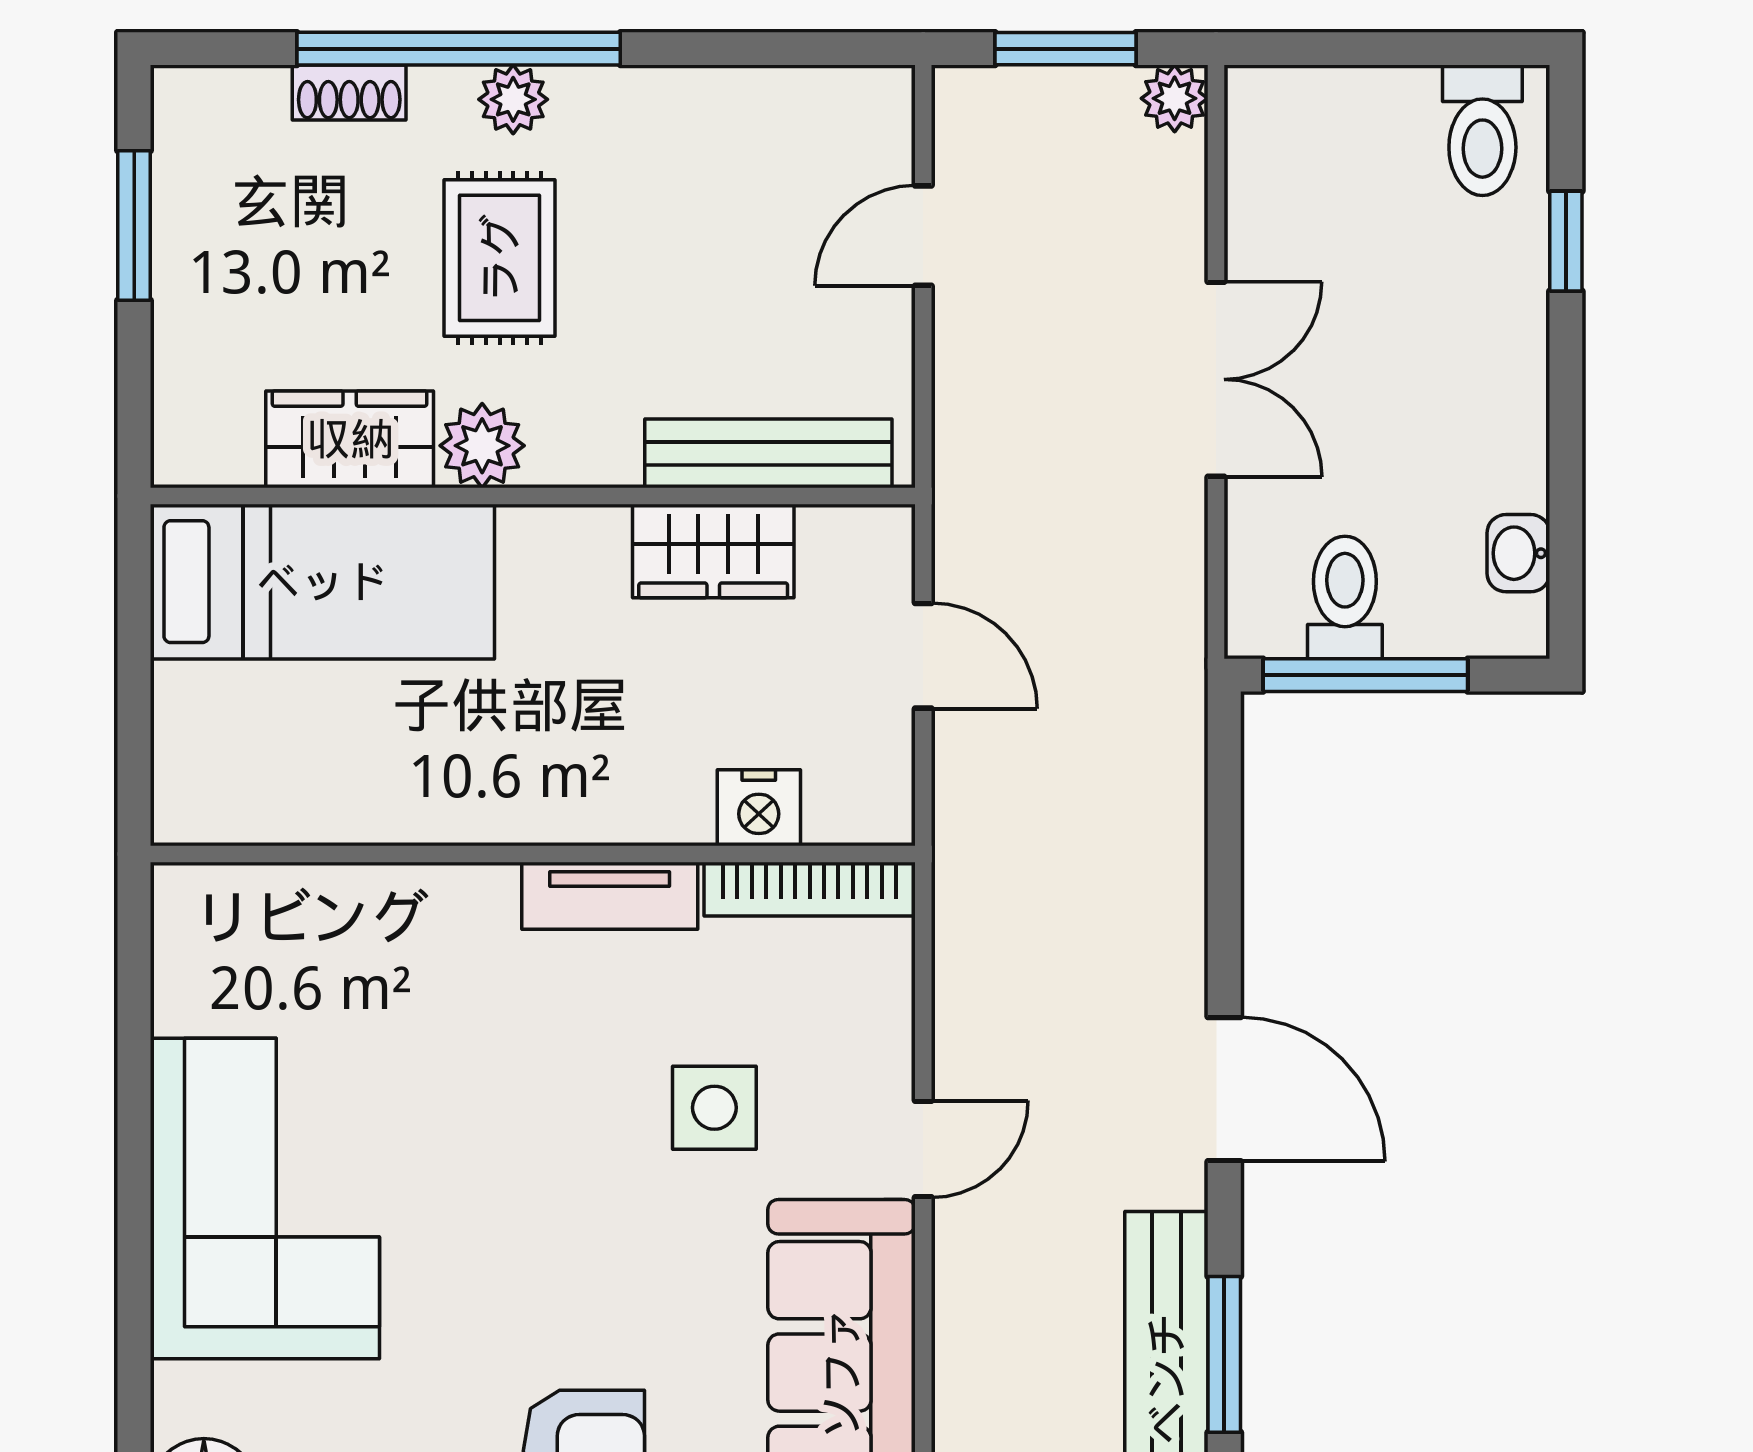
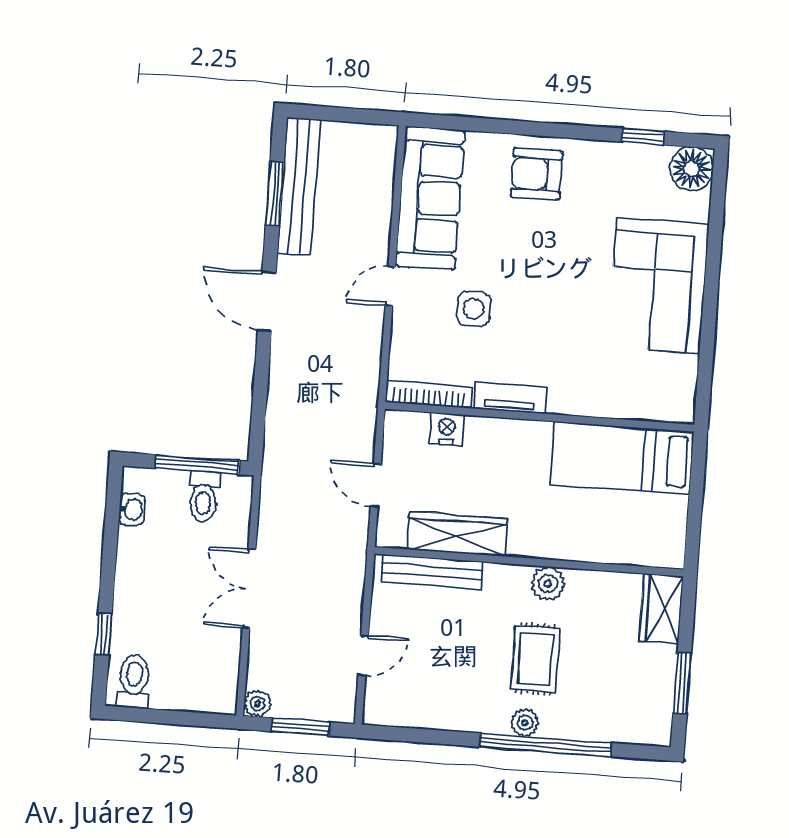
shoe rack: (349, 92) -> (591, 730), removed
wardrobe: (350, 439) -> (661, 609), moved, turned 90
wardrobe: (713, 551) -> (458, 534), width x1.50
bed: (322, 582) -> (622, 458), moved

